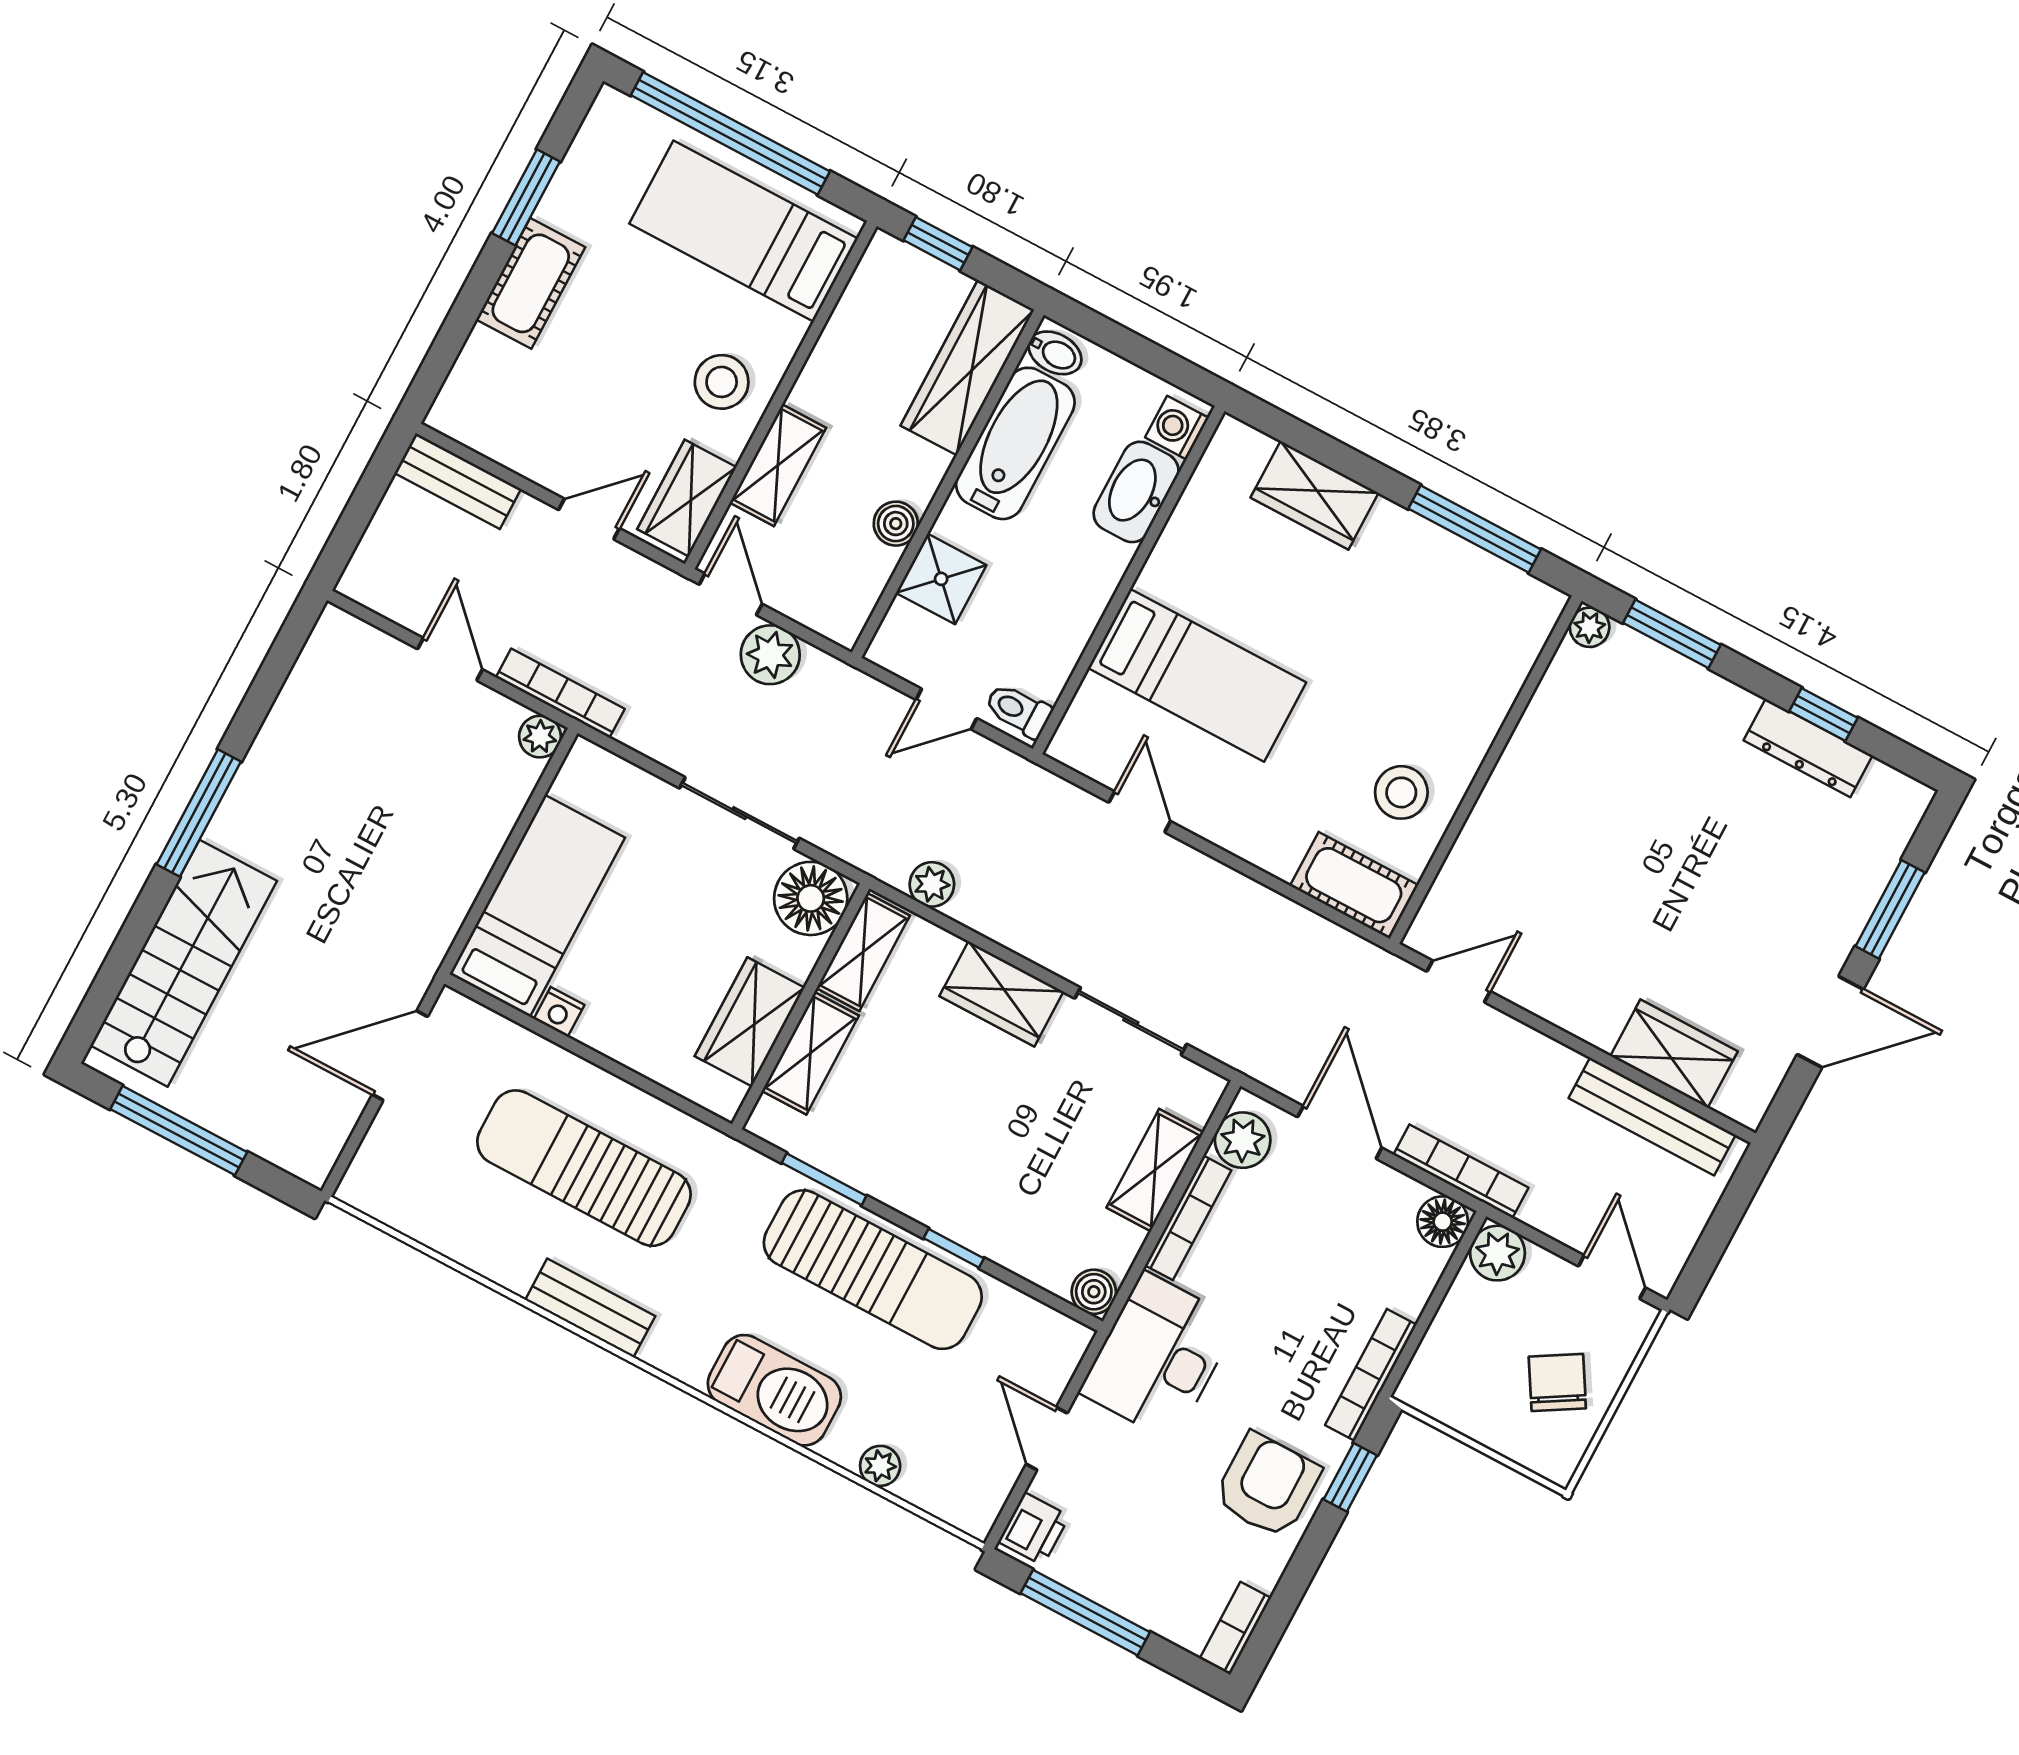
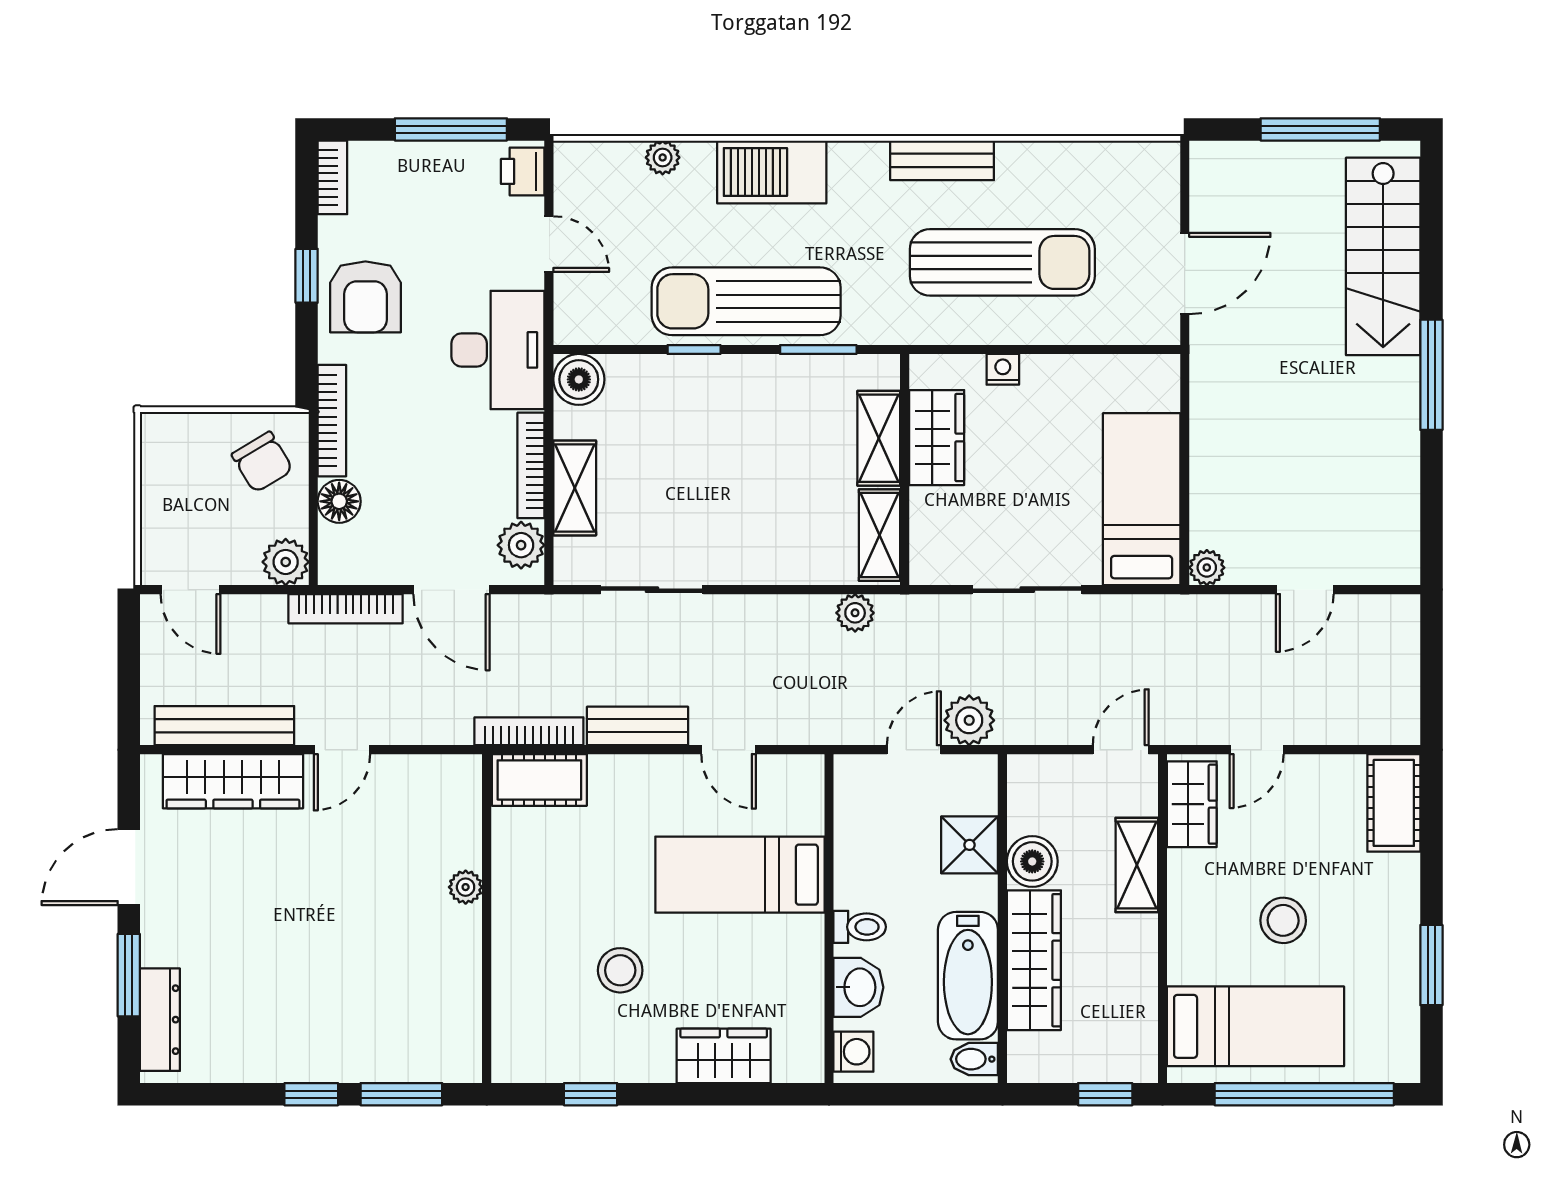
cot: (531, 283) -> (1394, 803), moved
wardrobe: (967, 368) -> (1034, 960), moved
stool: (722, 382) -> (1283, 920), moved
bench: (458, 481) -> (638, 726), moved
washbasin: (1136, 492) -> (858, 987), width x0.72
boiler: (896, 524) -> (1032, 861), width x1.36, depth x1.36
window: (1475, 529) -> (591, 1094), width x0.46
door: (731, 594) -> (1121, 750), swing flipped
plant: (1590, 627) -> (466, 887), moved
plant: (770, 655) -> (969, 720), moved
door: (450, 659) -> (1305, 590), hinge flipped
bookcase: (560, 693) -> (529, 731), moved, turned 180
toilet: (1018, 710) -> (860, 927), moved
window: (1823, 714) -> (311, 1094), moved
dresser: (1808, 748) -> (160, 1020), moved, turned 90
stool: (1401, 792) -> (620, 970), moved
floor lamp: (811, 898) -> (940, 554), removed
bed: (537, 906) -> (1142, 499), moved, turned 180
door: (1458, 981) -> (342, 750), moved
wardrobe: (1001, 994) -> (760, 559), removed
nightstand: (559, 1012) -> (1003, 369), moved
wardrobe: (1674, 1054) -> (233, 781), width x1.50
floor lamp: (1443, 1222) -> (339, 501), moved
boiler: (1094, 1292) -> (579, 379), width x1.36, depth x1.36
chair: (1557, 1383) -> (262, 462), moved
window: (1350, 1477) -> (307, 276), moved

